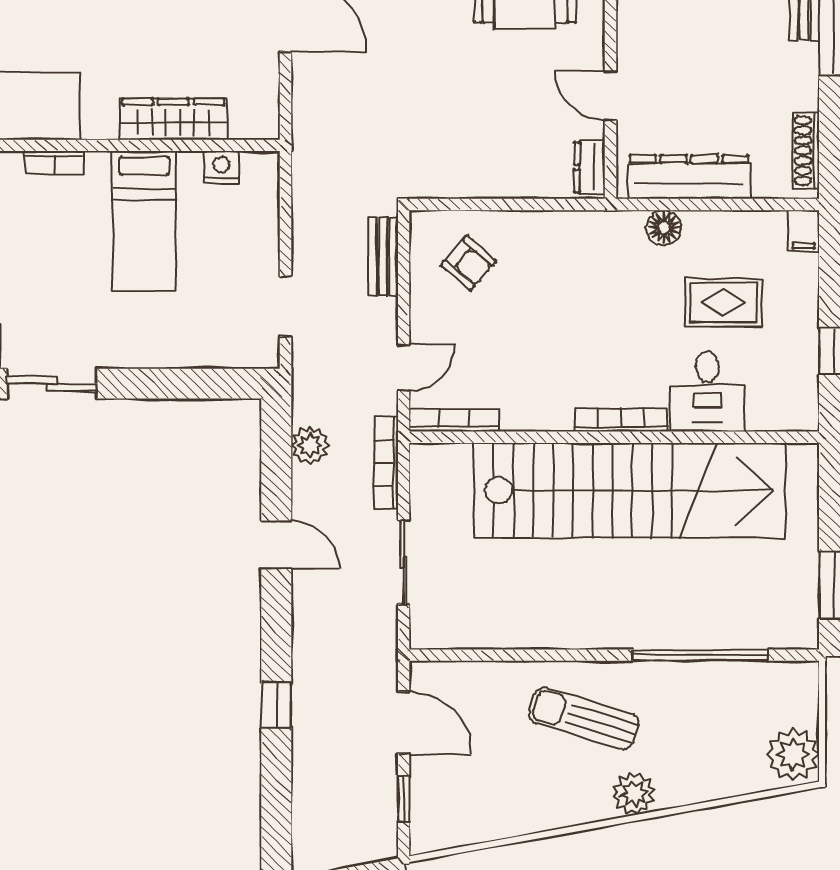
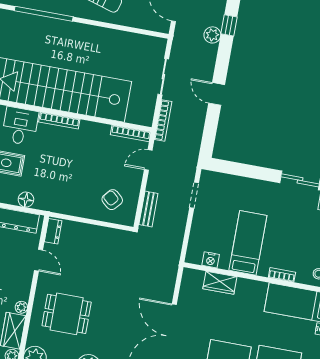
wardrobe: (173, 119) -> (220, 283), width x0.67
plant: (310, 445) -> (212, 35), moved

